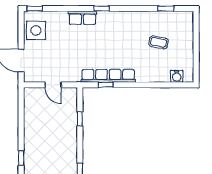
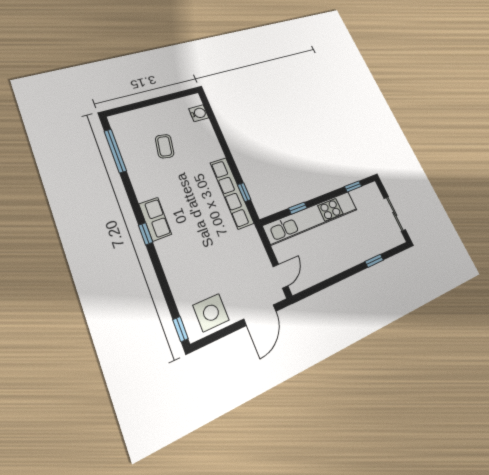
window: (166, 9) -> (115, 151), width x2.17
row of seats: (82, 18) -> (155, 219), moved
door: (53, 85) -> (280, 276), moved
kitchen unit: (69, 126) -> (311, 218), added

